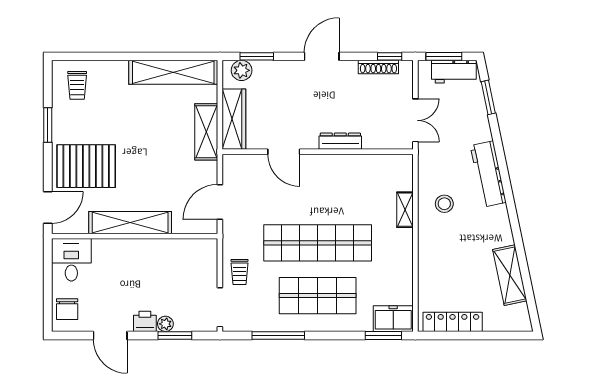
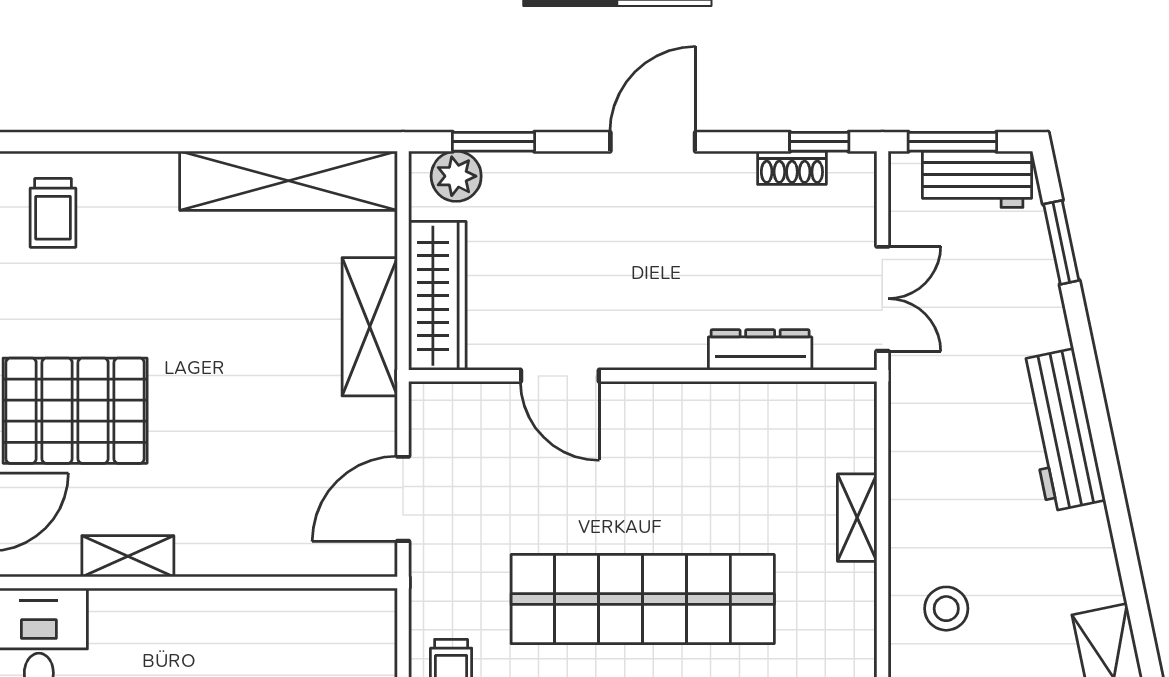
shoe rack: (378, 67) -> (792, 168), width x0.70
dresser: (340, 141) -> (760, 350), moved
stool: (444, 204) -> (946, 609), moved
shelving: (130, 223) -> (128, 556), width x0.45, depth x0.75

